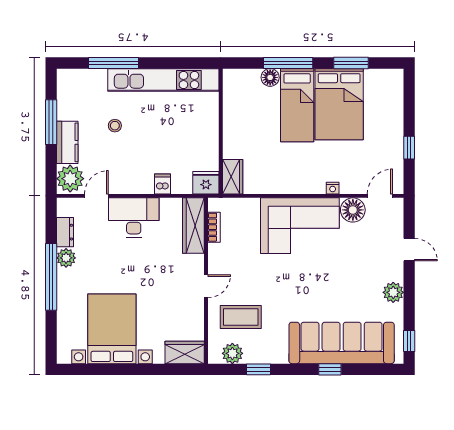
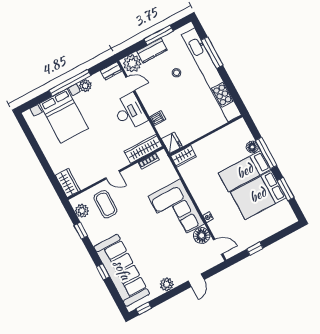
kitchen unit: (163, 80) -> (211, 75), width x1.36
dresser: (65, 232) -> (111, 71), moved
bed with nightstands: (112, 329) -> (64, 116), moved, turned 90

